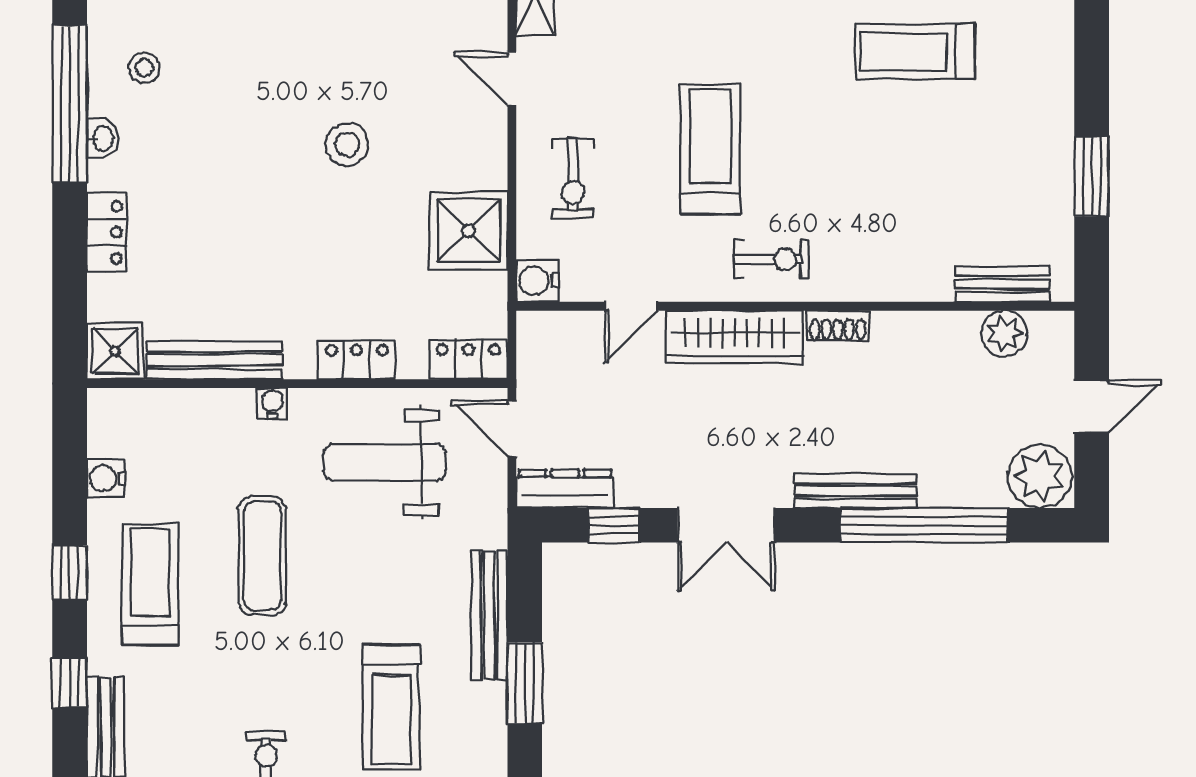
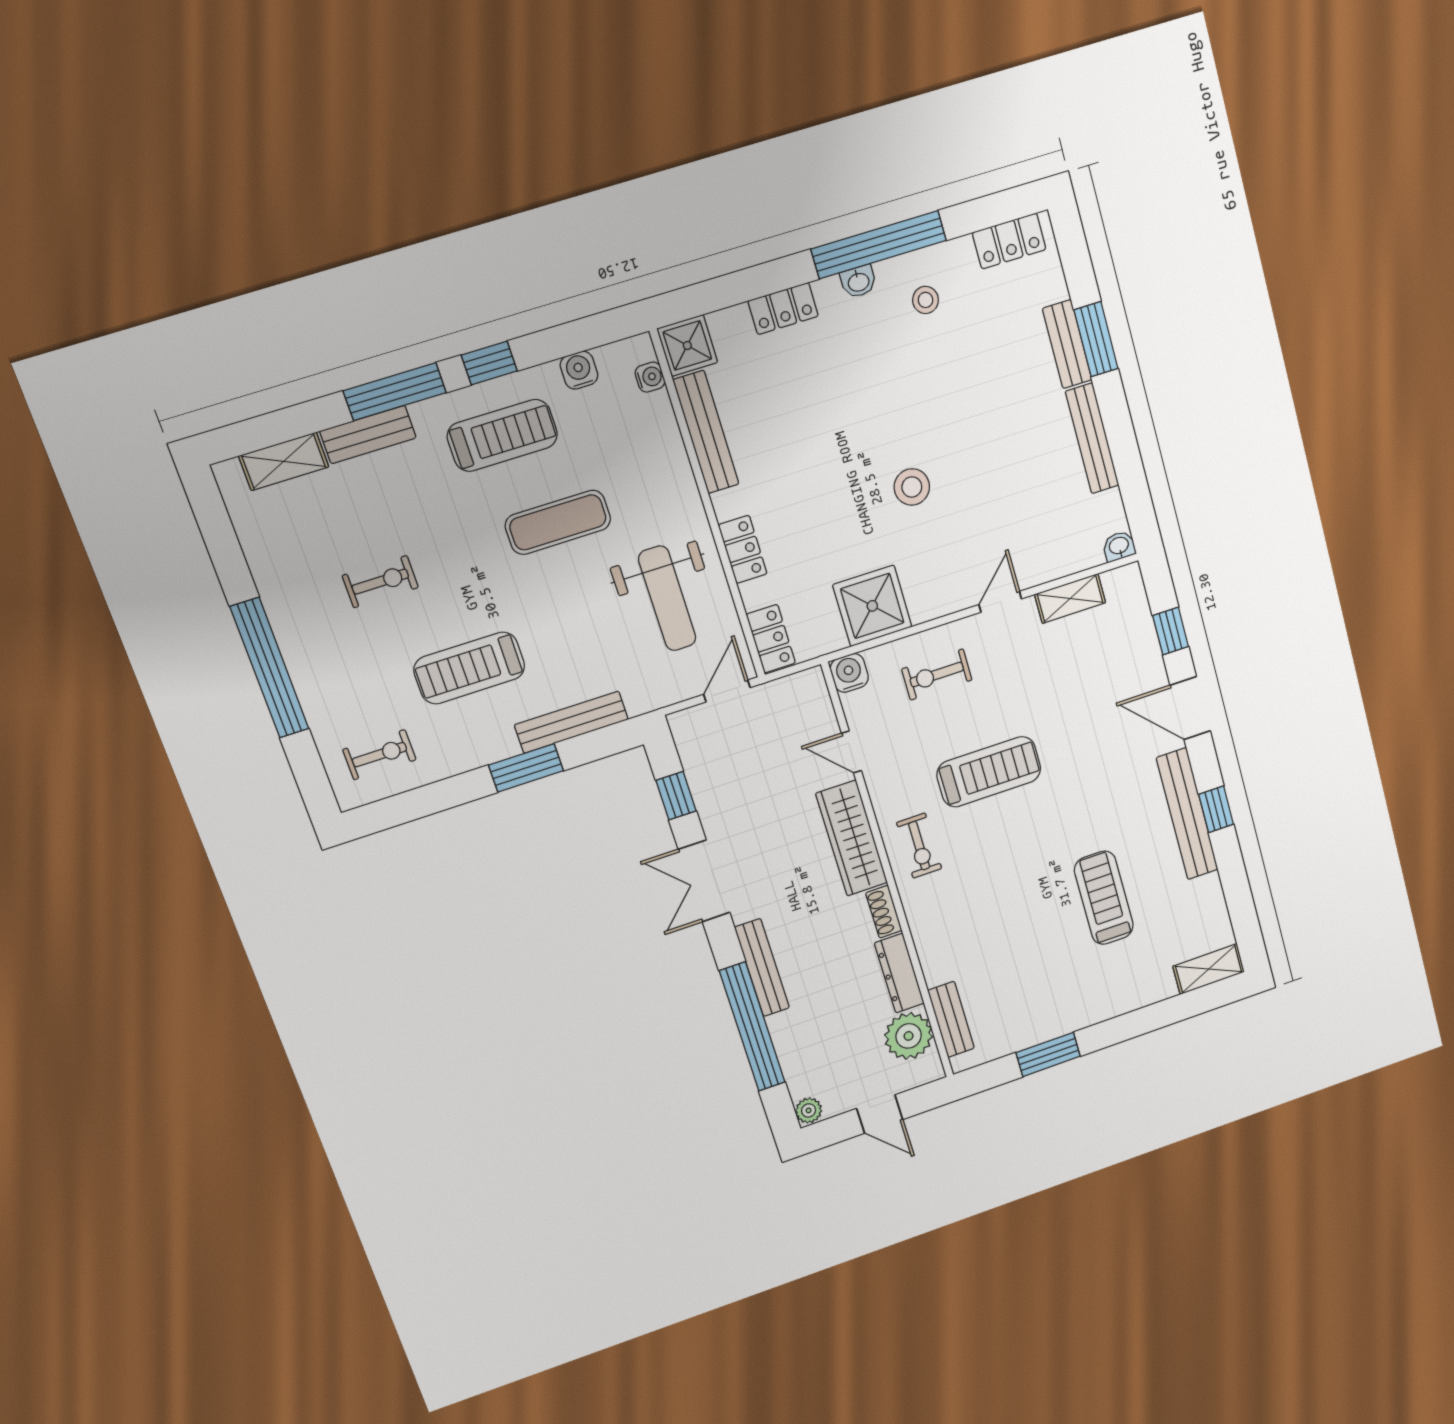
plant: (1004, 333) -> (909, 1036), width x1.36, depth x1.36
water cooler: (272, 403) -> (650, 377), moved
weight bench: (385, 462) -> (667, 598), turned 180
plant: (1040, 476) -> (809, 1110), width x0.53, depth x0.53
dresser: (565, 489) -> (899, 973), moved, turned 180
window: (70, 683) -> (395, 392), width x2.17

